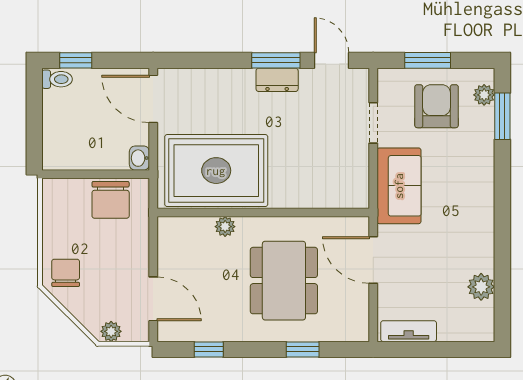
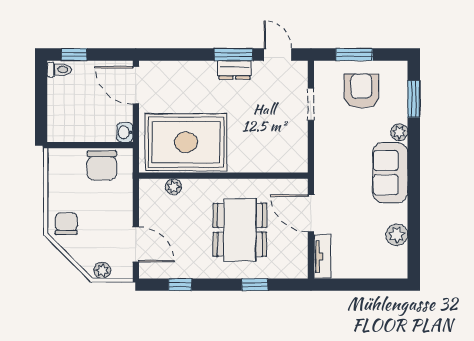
plant: (484, 95) -> (399, 132), moved
sofa: (399, 186) -> (390, 173), moved, turned 180
plant: (225, 227) -> (173, 187), moved
tv unit: (409, 331) -> (322, 256), moved, turned 90

